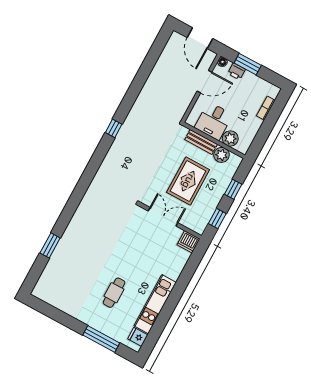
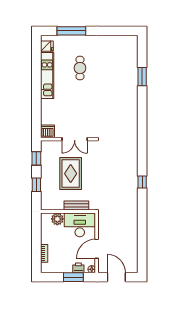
desk: (214, 121) -> (80, 225), width x1.37
plant: (221, 155) -> (57, 204), removed

